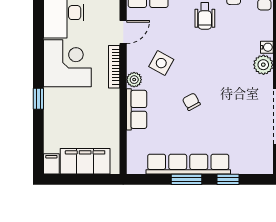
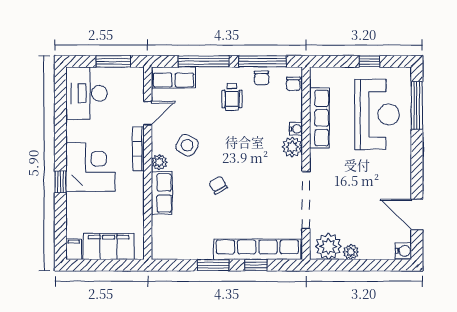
corner desk: (67, 63) -> (90, 167), moved
row of seats: (188, 164) -> (257, 249), moved

